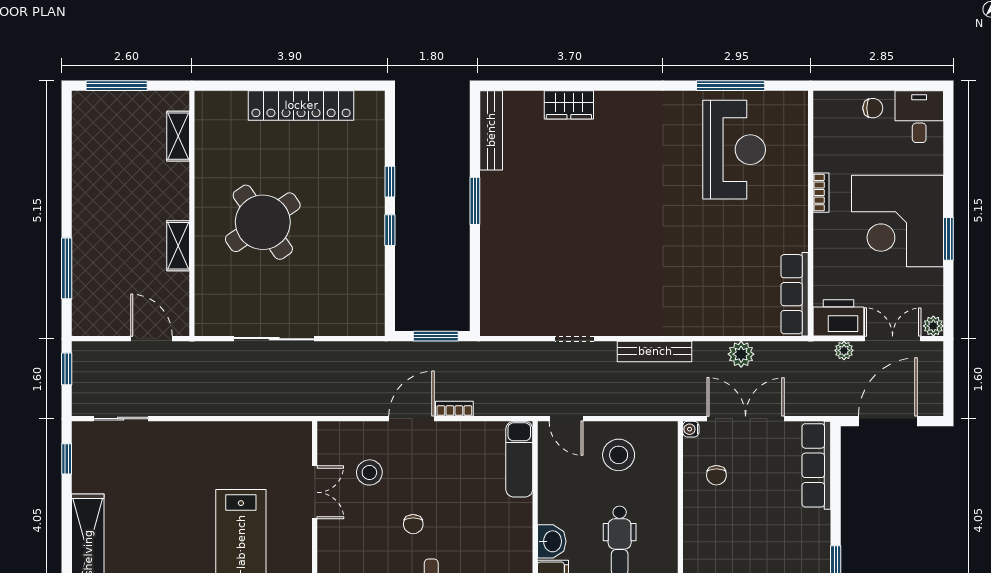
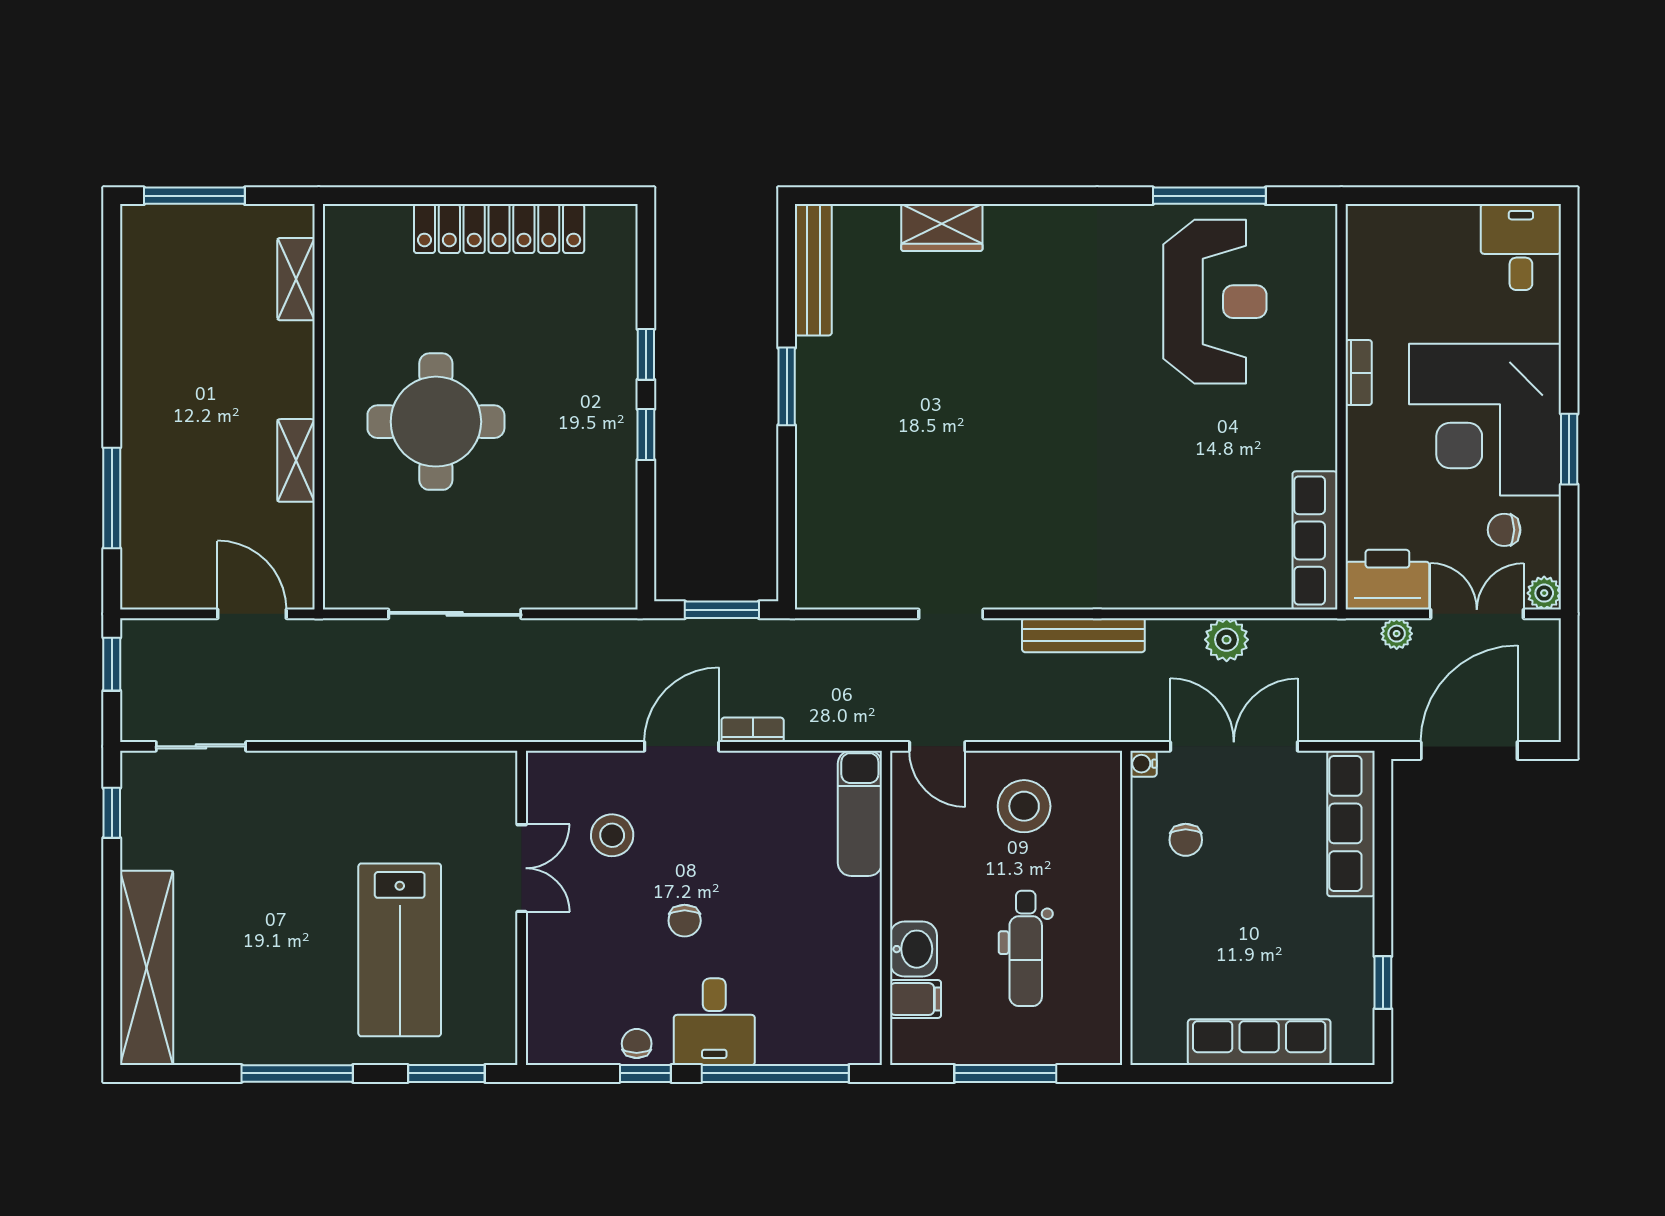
chair: (873, 108) -> (1504, 530), moved, turned 180
round table: (263, 222) -> (436, 422), turned 35

